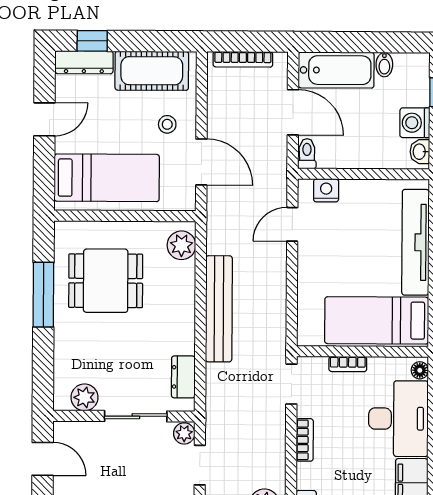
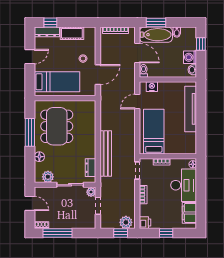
window: (337, 42) -> (156, 23), added
cot: (152, 71) -> (72, 33), width x0.73, depth x0.75
door: (201, 162) -> (98, 75), hinge flipped
plant: (181, 245) -> (89, 111), removed
dining table: (106, 281) -> (57, 126), width x1.38
bench: (219, 309) -> (106, 153), moved
bed: (377, 320) -> (154, 132), moved, turned 90
floor lamp: (65, 351) -> (39, 157), added

